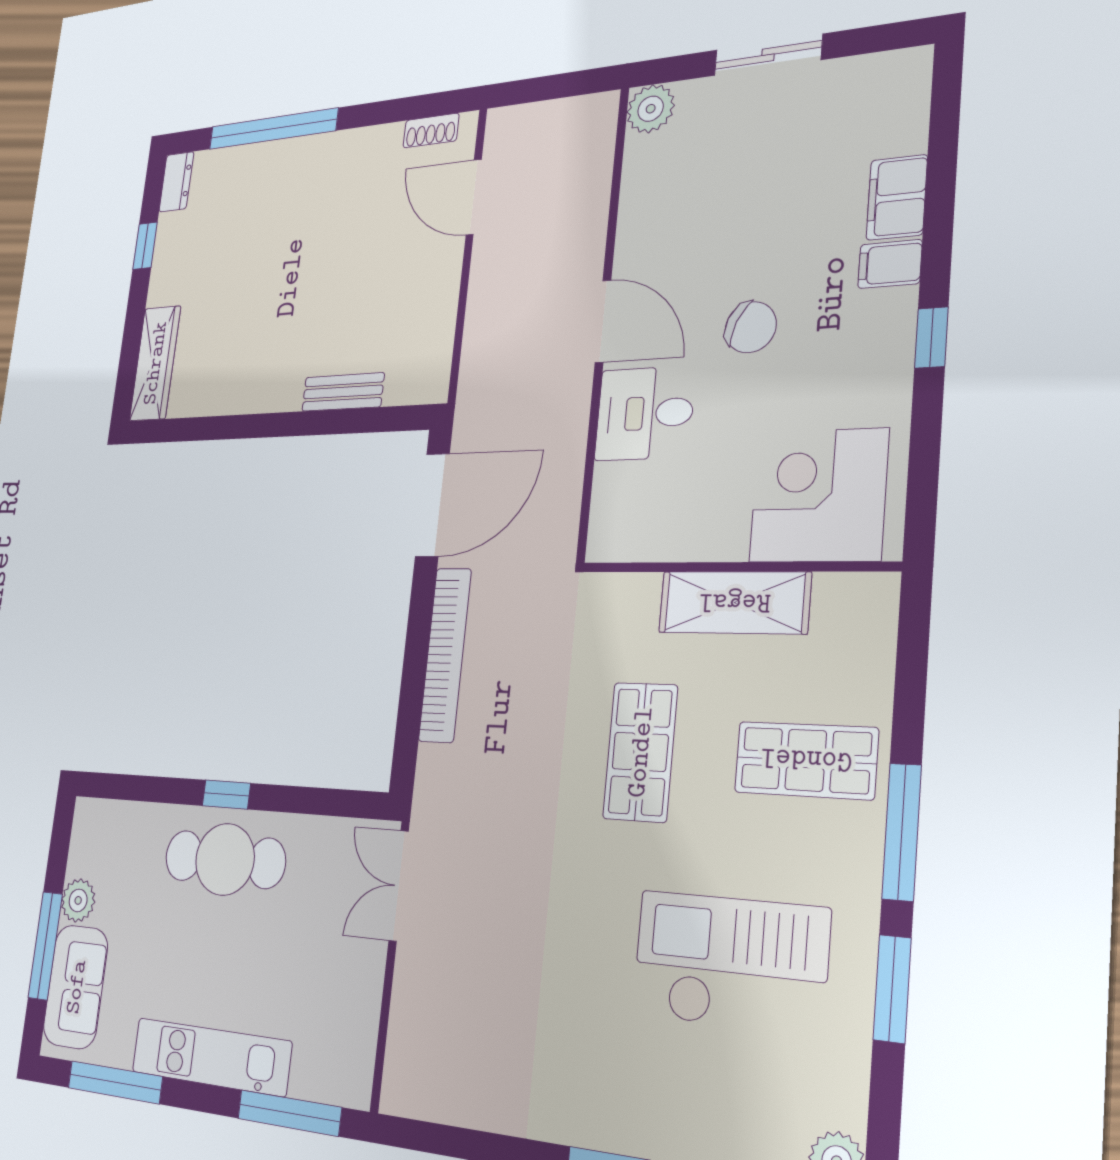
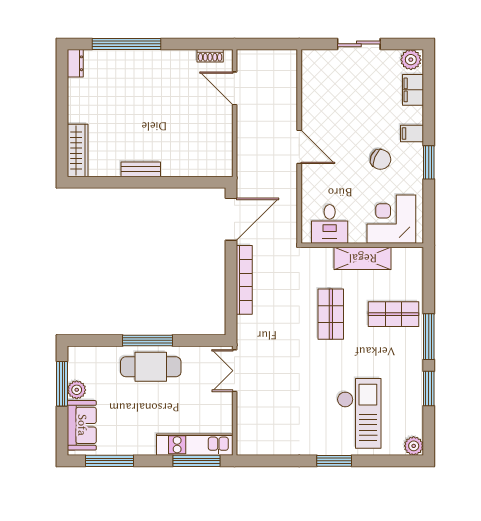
plant: (651, 109) -> (411, 60), moved
filing cabinet: (897, 197) -> (413, 90), moved
window: (145, 246) -> (62, 93), removed
chair: (751, 327) -> (381, 159), moved
window: (931, 338) -> (429, 162), width x1.50
bench: (343, 392) -> (141, 169), moved
desk: (645, 413) -> (330, 224), moved, turned -90
window: (226, 795) -> (147, 340), width x2.17
window: (45, 946) -> (62, 384), moved
checkout: (730, 962) -> (359, 413), moved, turned 90
kitchen unit: (211, 1057) -> (195, 445), moved

